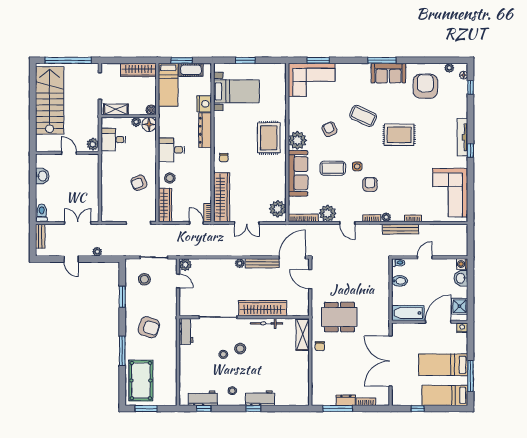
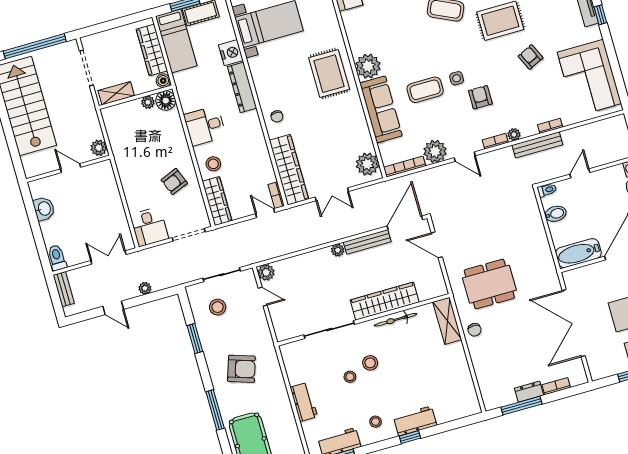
wardrobe: (138, 70) -> (152, 50), moved, turned 90
armchair: (329, 129) -> (531, 57), moved
desk: (113, 140) -> (149, 227), moved, turned -90
workbench: (186, 331) -> (304, 402), moved

